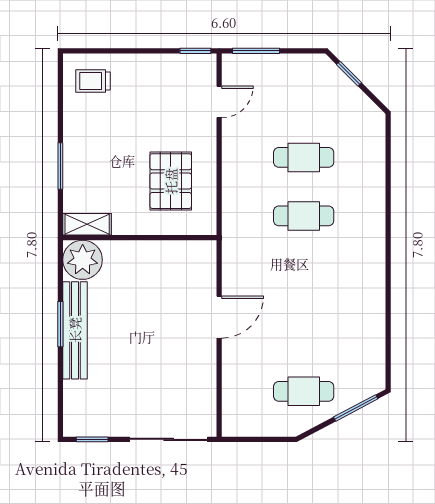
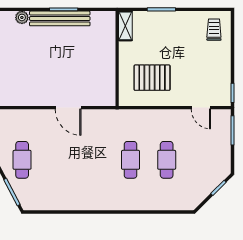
plant: (83, 260) -> (22, 17), moved, width x0.53, depth x0.53

